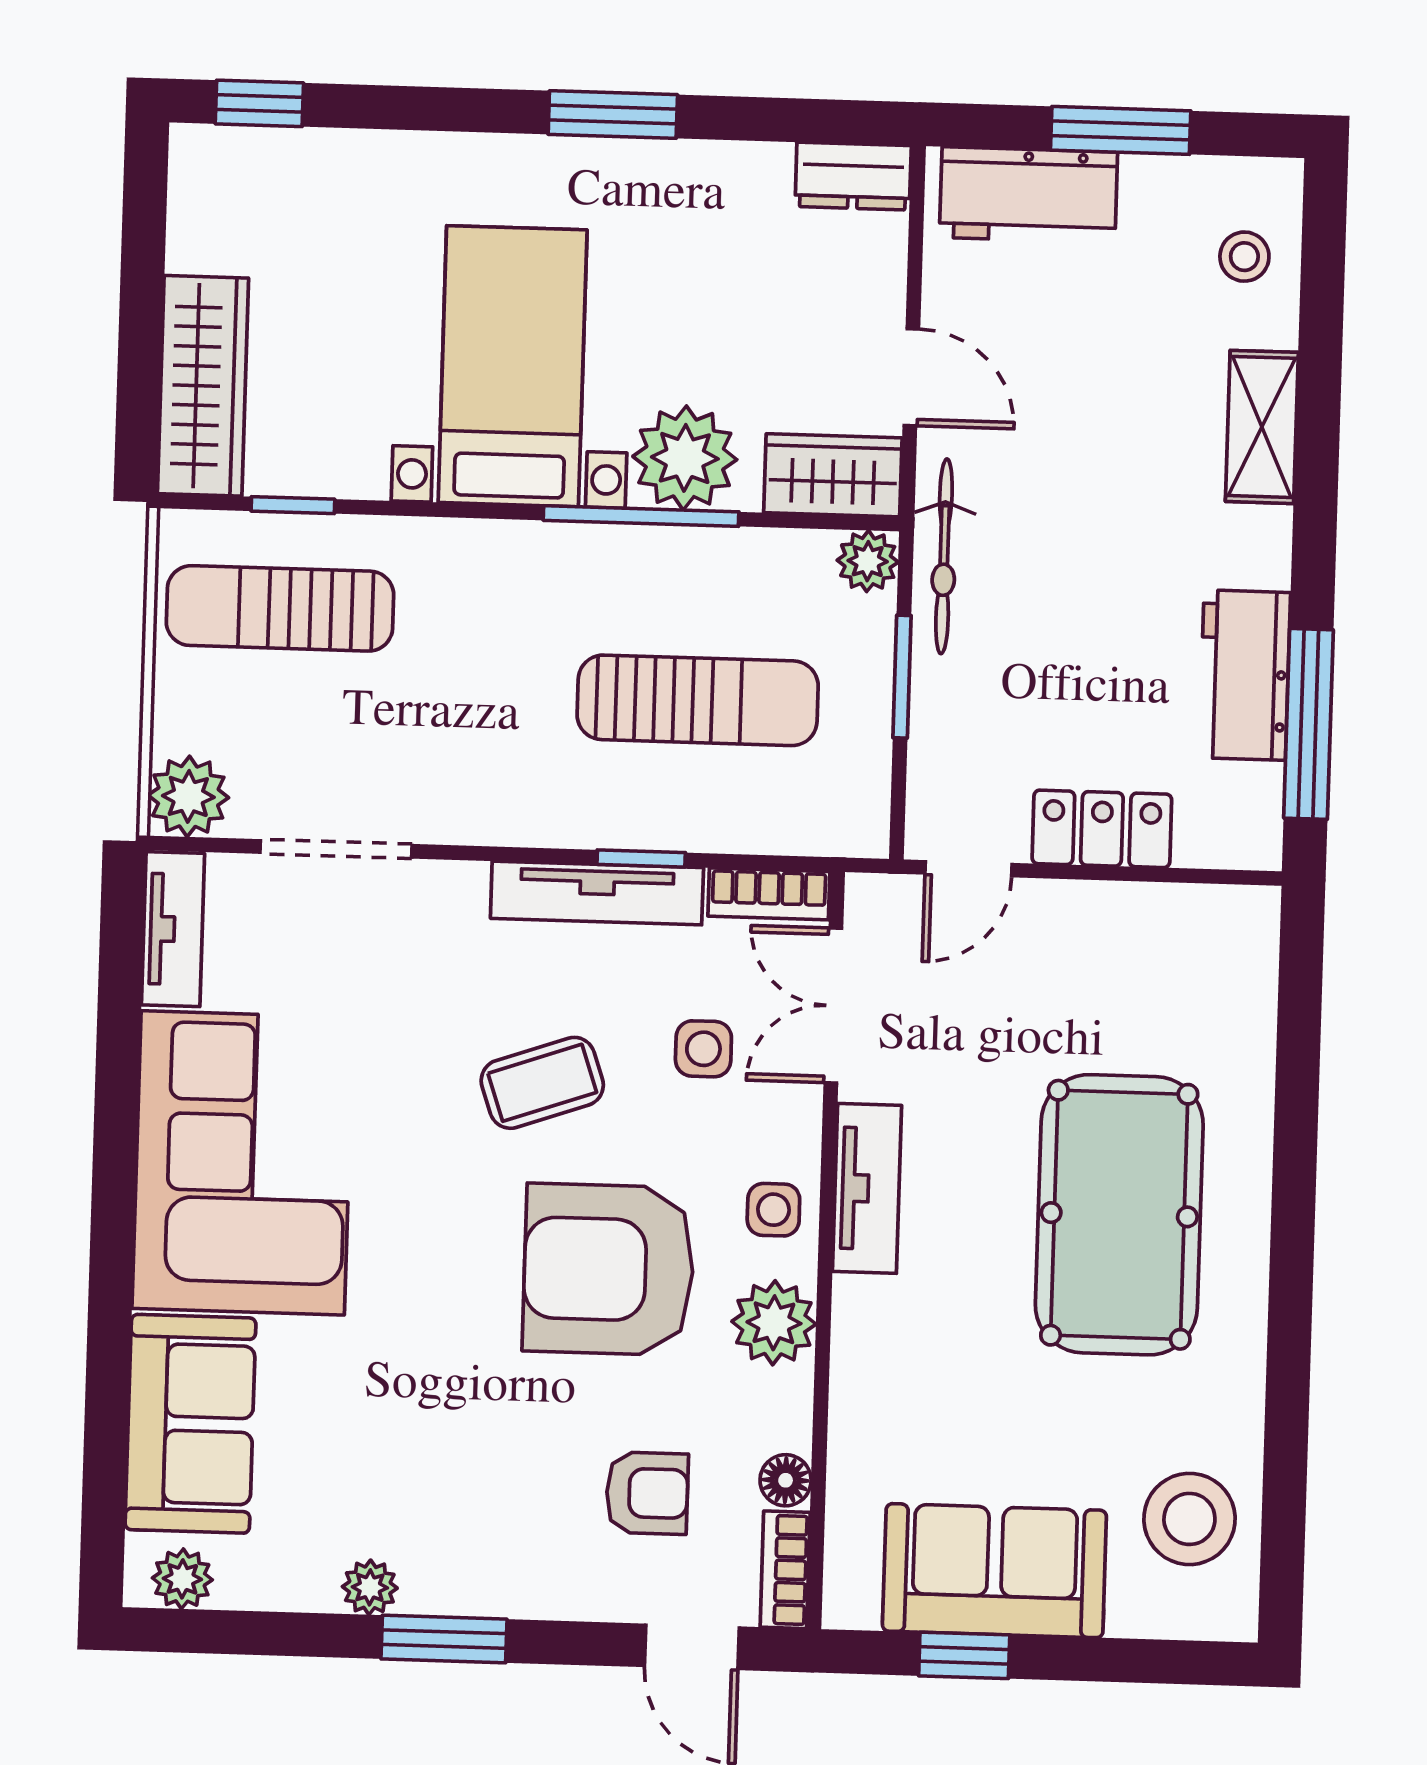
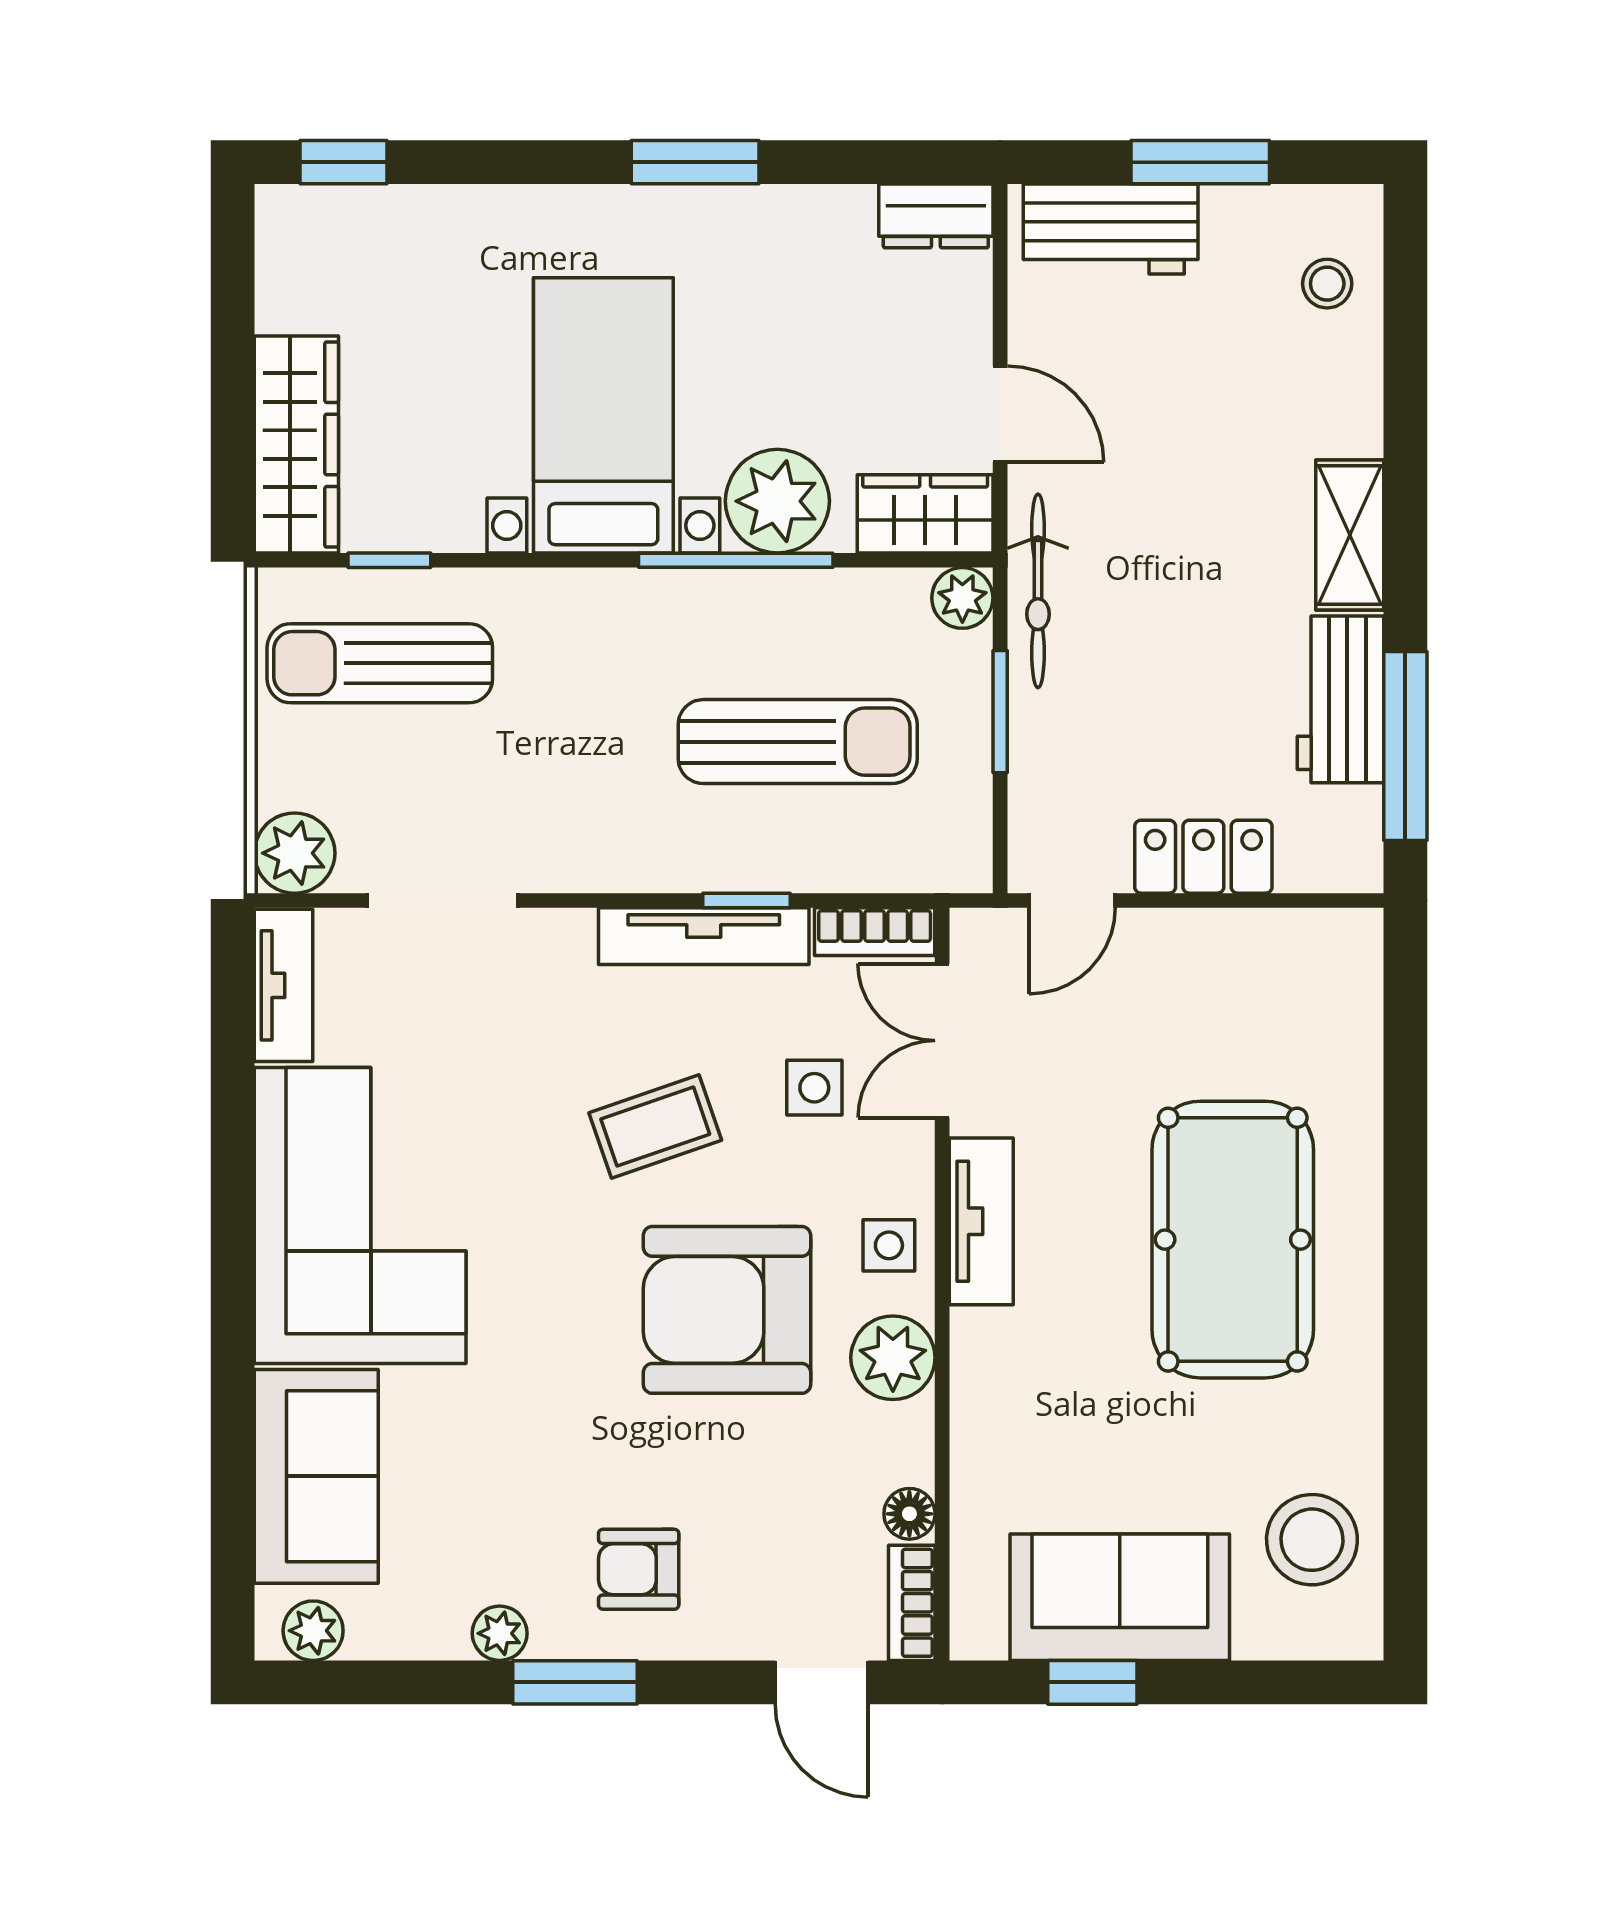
shelving: (1262, 427) -> (1350, 535), moved
armchair: (647, 1493) -> (639, 1569), moved, turned 180

